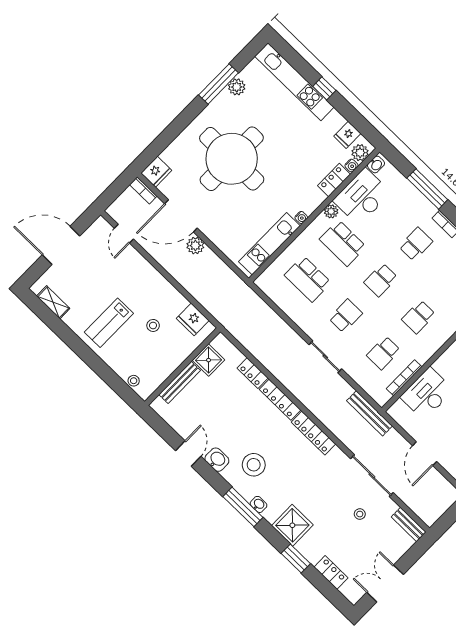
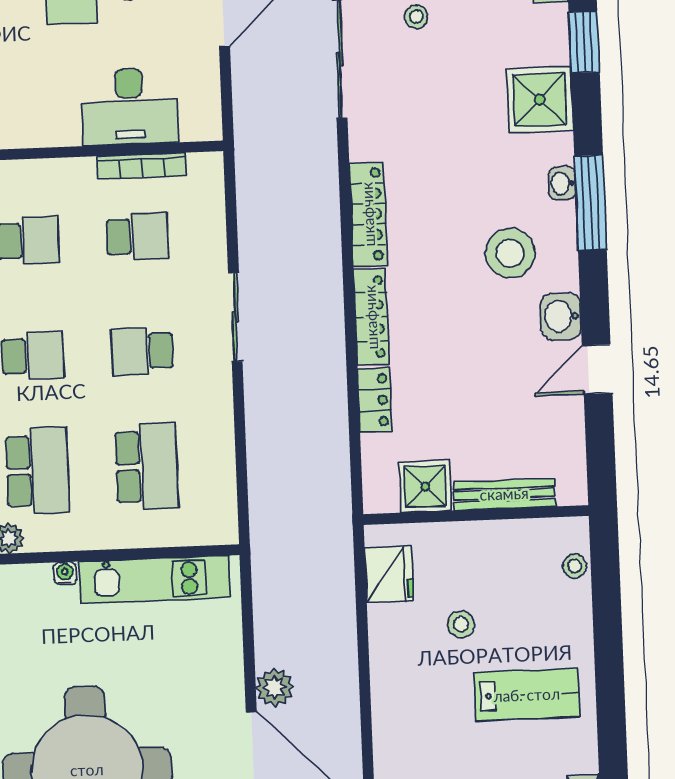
bench: (370, 413) -> (250, 161), removed

